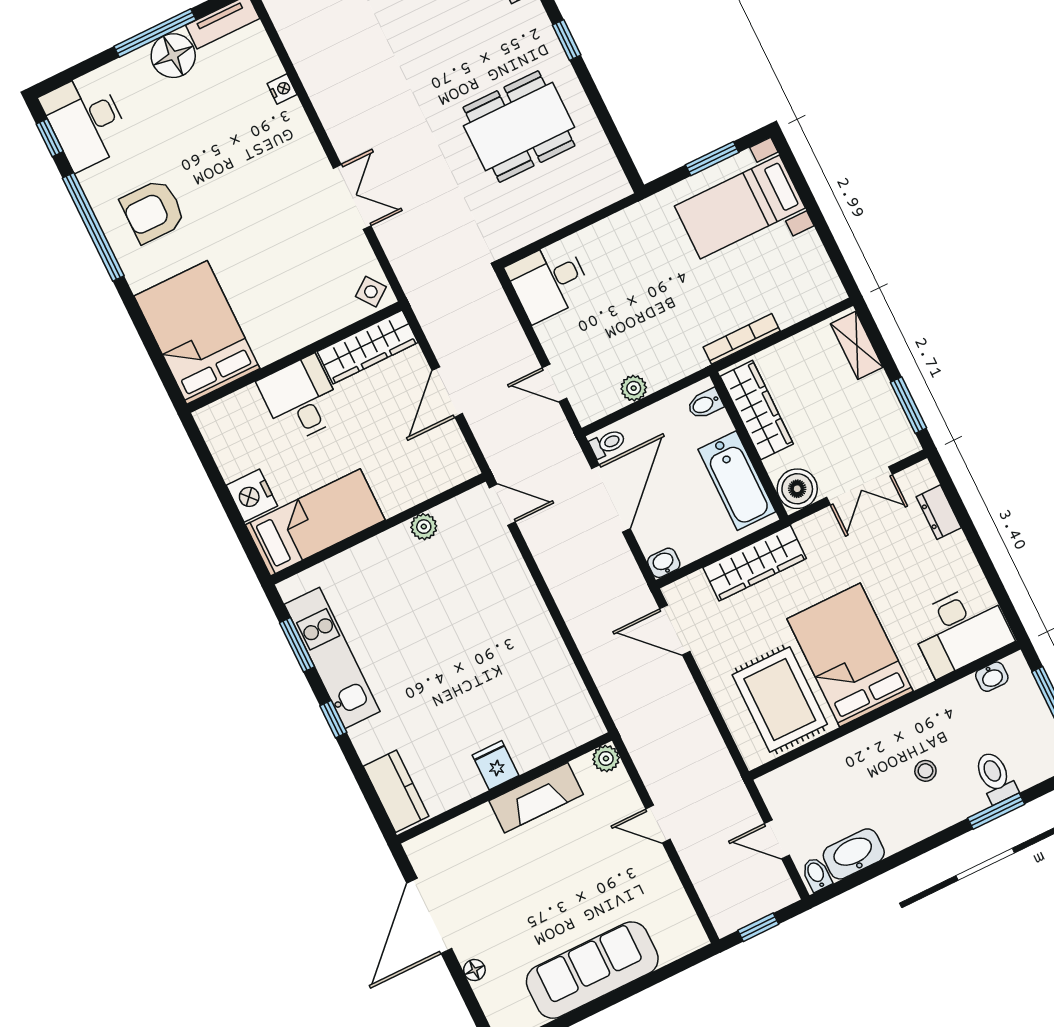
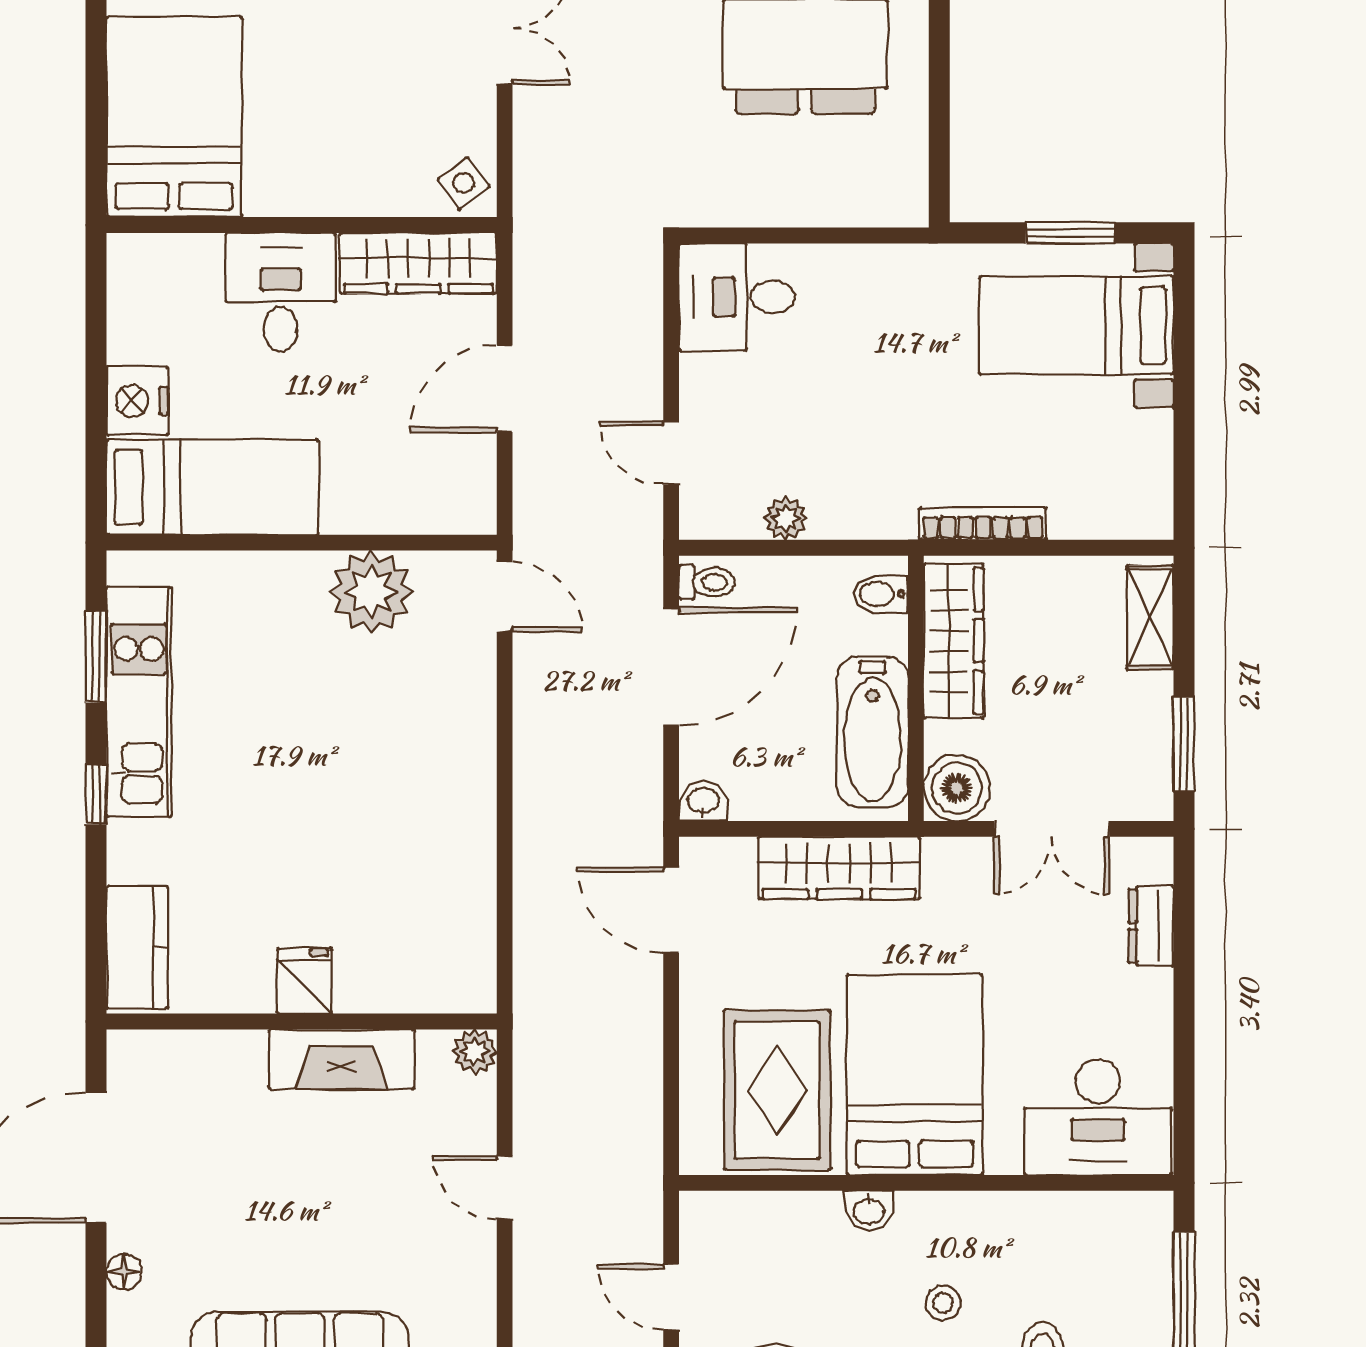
plant: (424, 527) -> (371, 592), width x1.88, depth x1.88
washbasin: (992, 677) -> (869, 1210), moved

